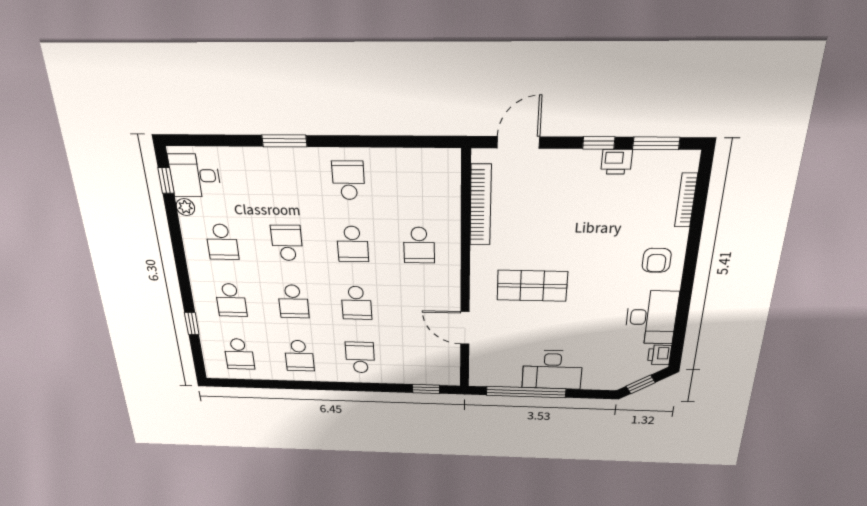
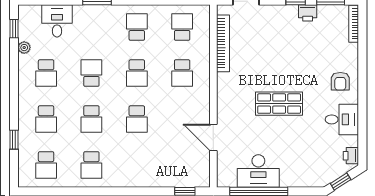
desk: (195, 176) -> (57, 21), moved, turned 90
bookcase: (686, 200) -> (354, 24), moved
shop shelf: (532, 286) -> (279, 104), moved
desk: (651, 317) -> (342, 119), width x0.73
school desk: (360, 357) -> (182, 27), moved
desk: (552, 370) -> (258, 171), moved

